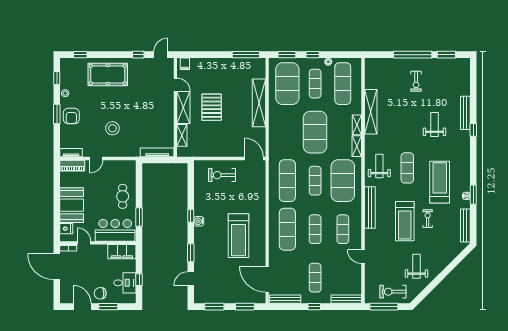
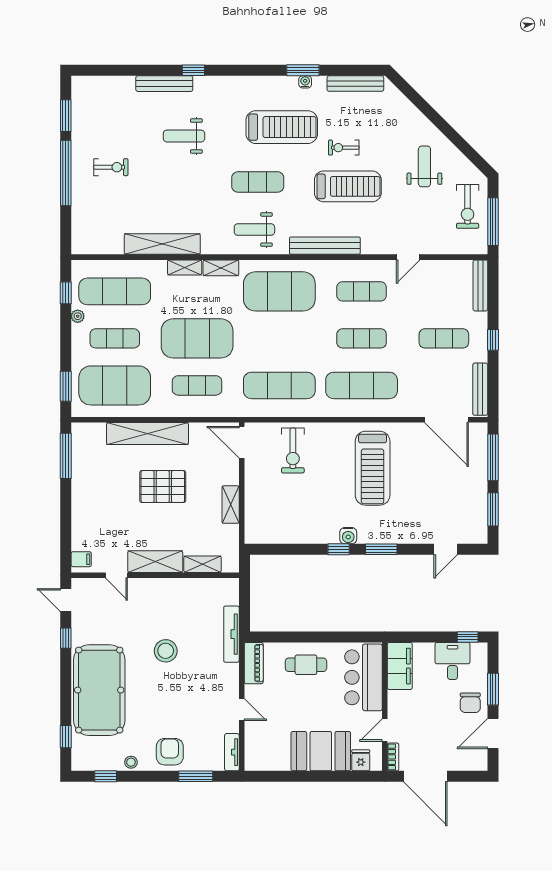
window: (313, 55) -> (66, 293), moved
pool table: (108, 74) -> (99, 690), width x1.36, depth x1.32
door: (175, 85) -> (116, 575), swing flipped
pallet: (212, 107) -> (163, 487), moved
window: (57, 114) -> (196, 776), moved
armchair: (71, 116) -> (170, 752), turned -90
stool: (112, 128) -> (166, 651), moved
tv unit: (157, 152) -> (231, 634), moved
shelving: (217, 152) -> (231, 505), added
door: (254, 159) -> (242, 442), hinge flipped
piano: (72, 166) -> (254, 663), moved
exercise bike: (222, 175) -> (293, 451), moved
exercise mat: (315, 181) -> (197, 385), moved
treadmill: (440, 182) -> (282, 127), turned 180
window: (139, 217) -> (341, 637), removed
treadmill: (239, 236) -> (373, 468), turned 90
window: (191, 253) -> (381, 549), moved
weight bench: (417, 266) -> (424, 166), turned 90
door: (57, 267) -> (425, 776), hinge flipped
door: (191, 279) -> (446, 549), hinge flipped
door: (267, 279) -> (446, 420), hinge flipped
window: (139, 280) -> (468, 637), moved
window: (245, 307) -> (493, 457), width x1.44

